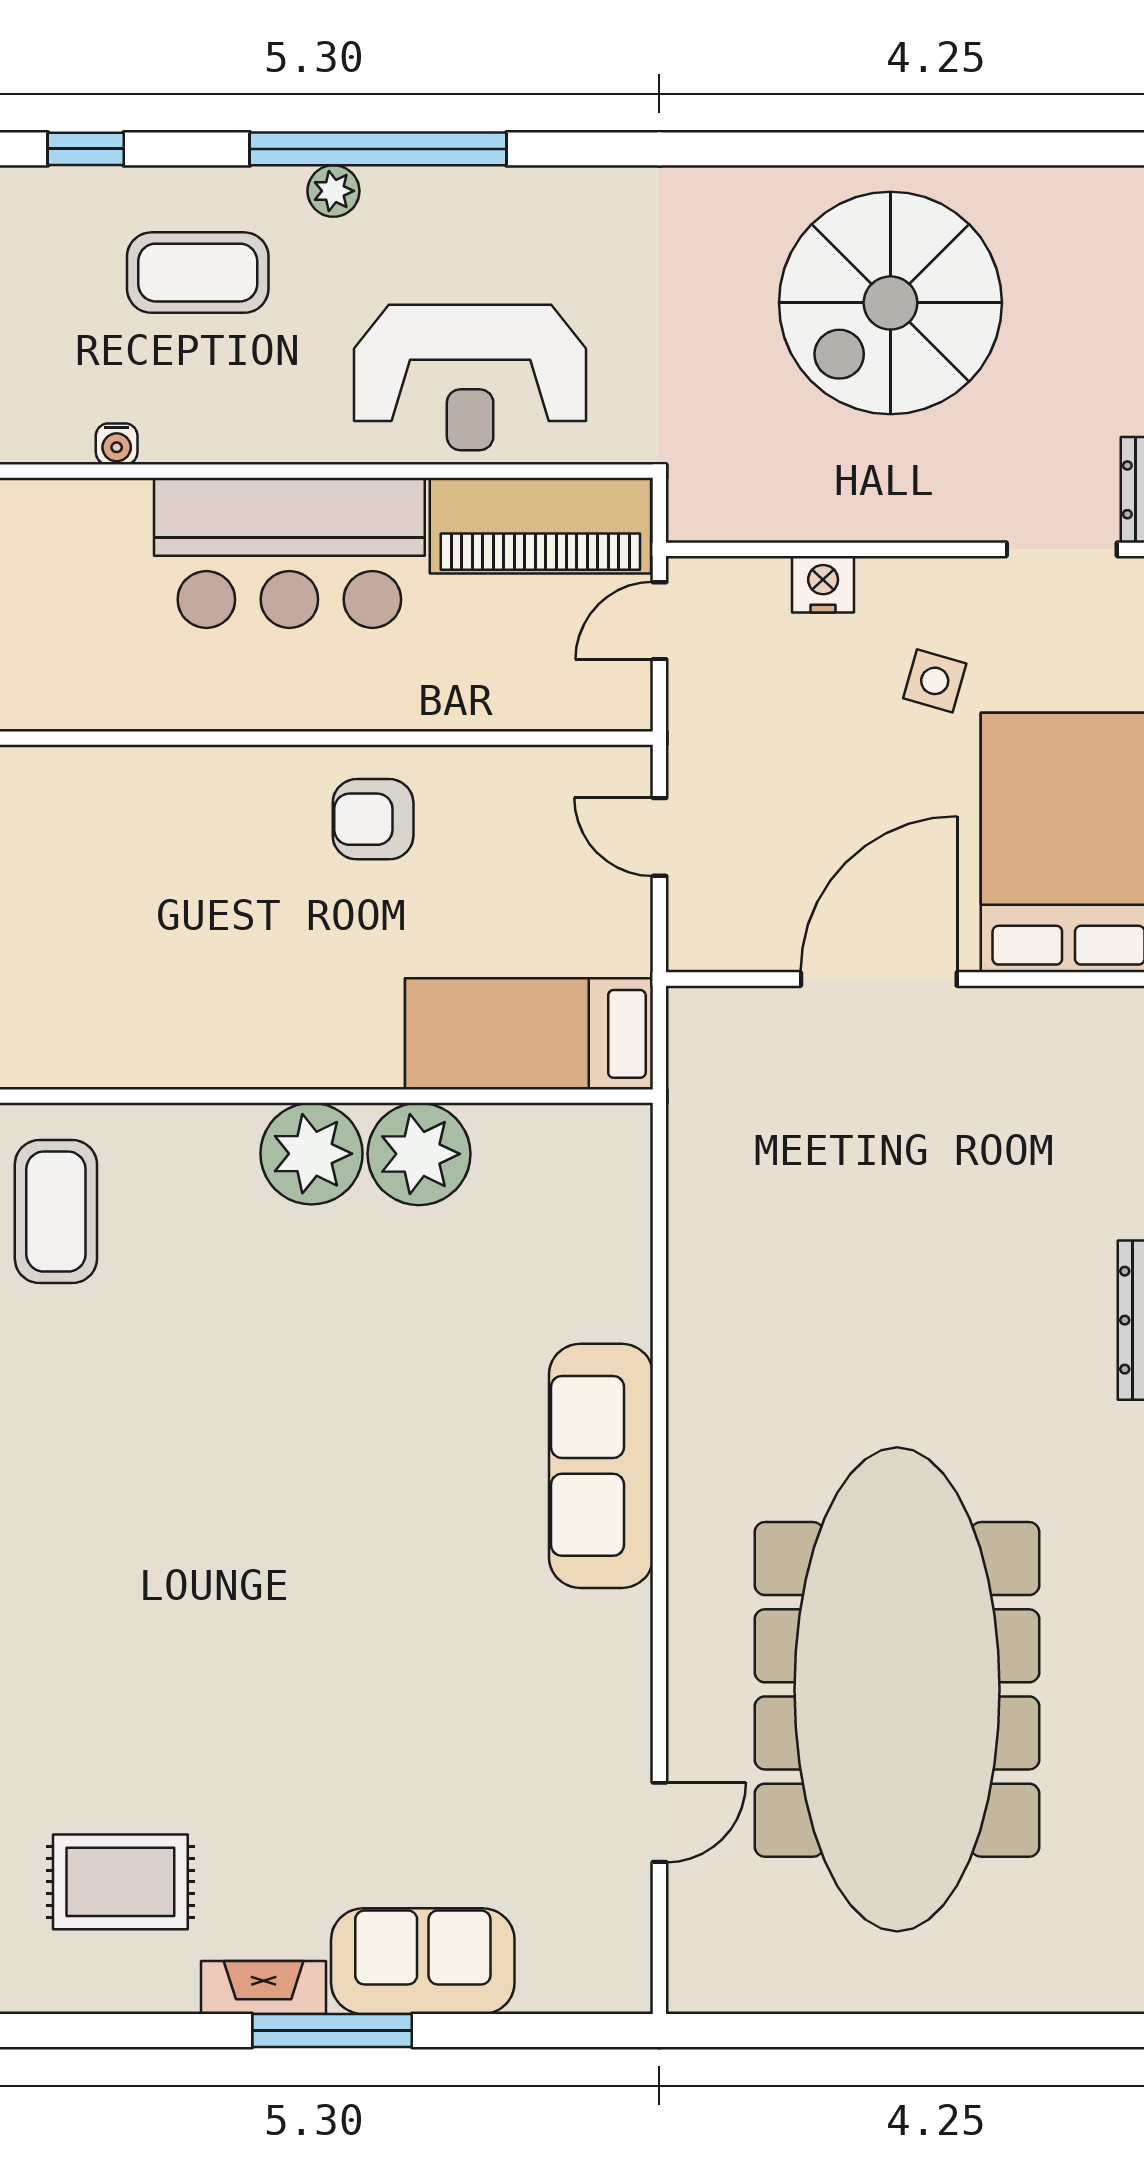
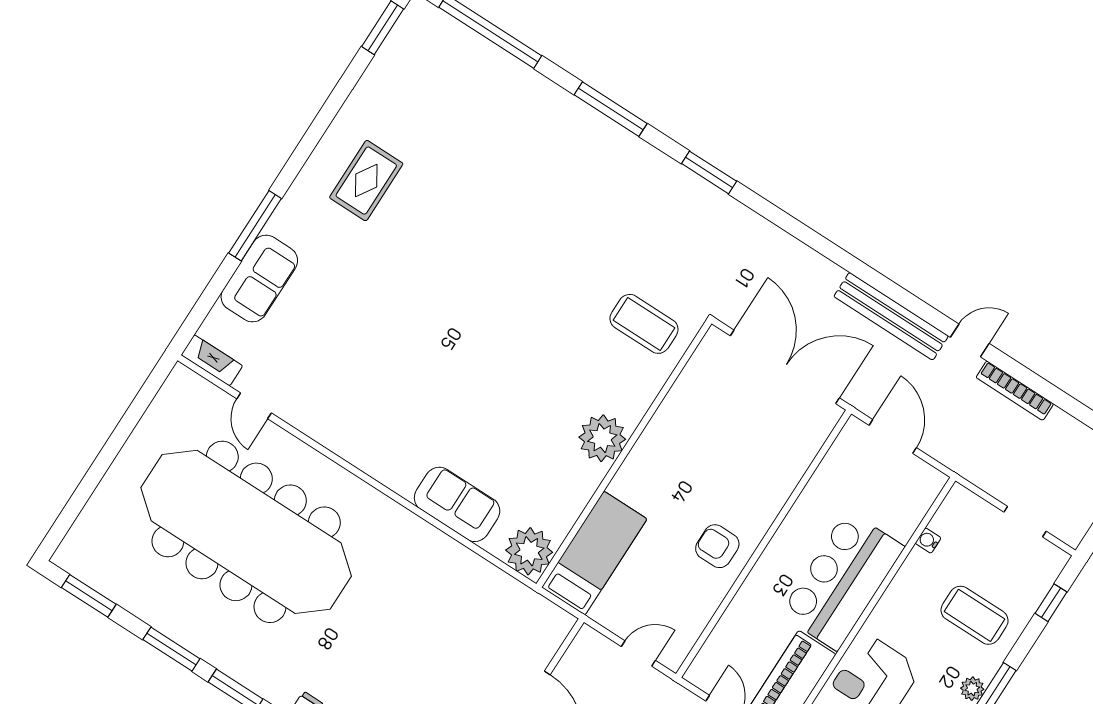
coffee table: (198, 273) -> (975, 615), turned 90
armchair: (373, 819) -> (717, 546), turned -90
plant: (419, 1154) -> (529, 551), moved
sofa: (601, 1466) -> (457, 504), moved, width x0.73
fireplace: (264, 1988) -> (212, 360), moved, turned -90

